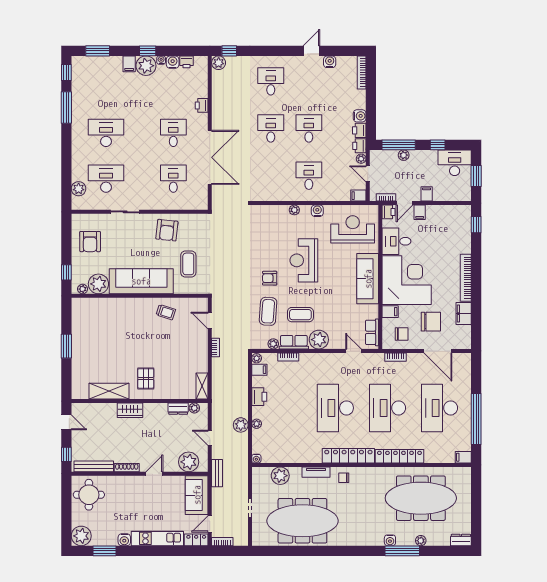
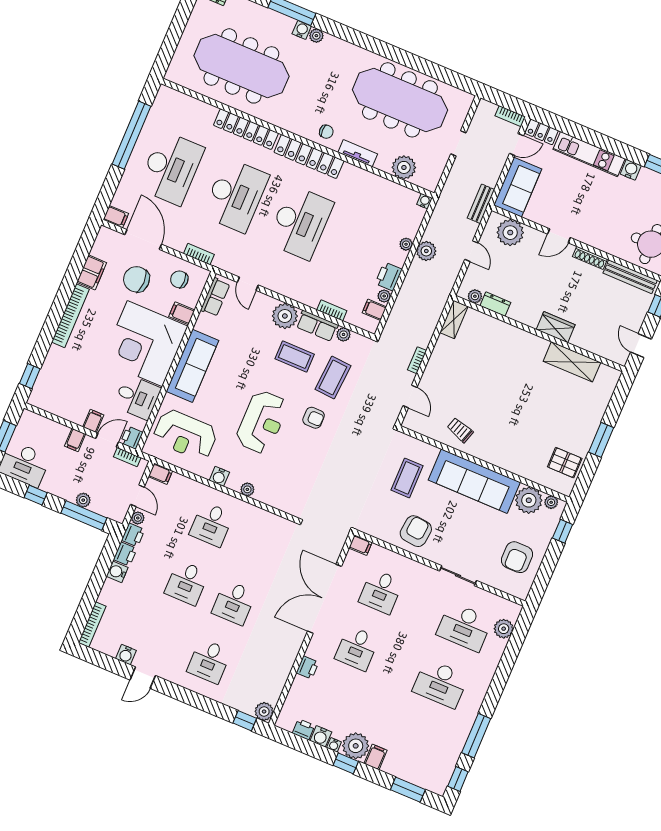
filing cabinet: (201, 205) -> (360, 545), added
armchair: (90, 242) -> (517, 557), turned 180
plant: (257, 358) -> (384, 296), moved
pallet: (146, 378) -> (565, 463), moved, turned 90
filing cabinet: (463, 457) -> (116, 217), moved
plant: (421, 541) -> (316, 36), moved

